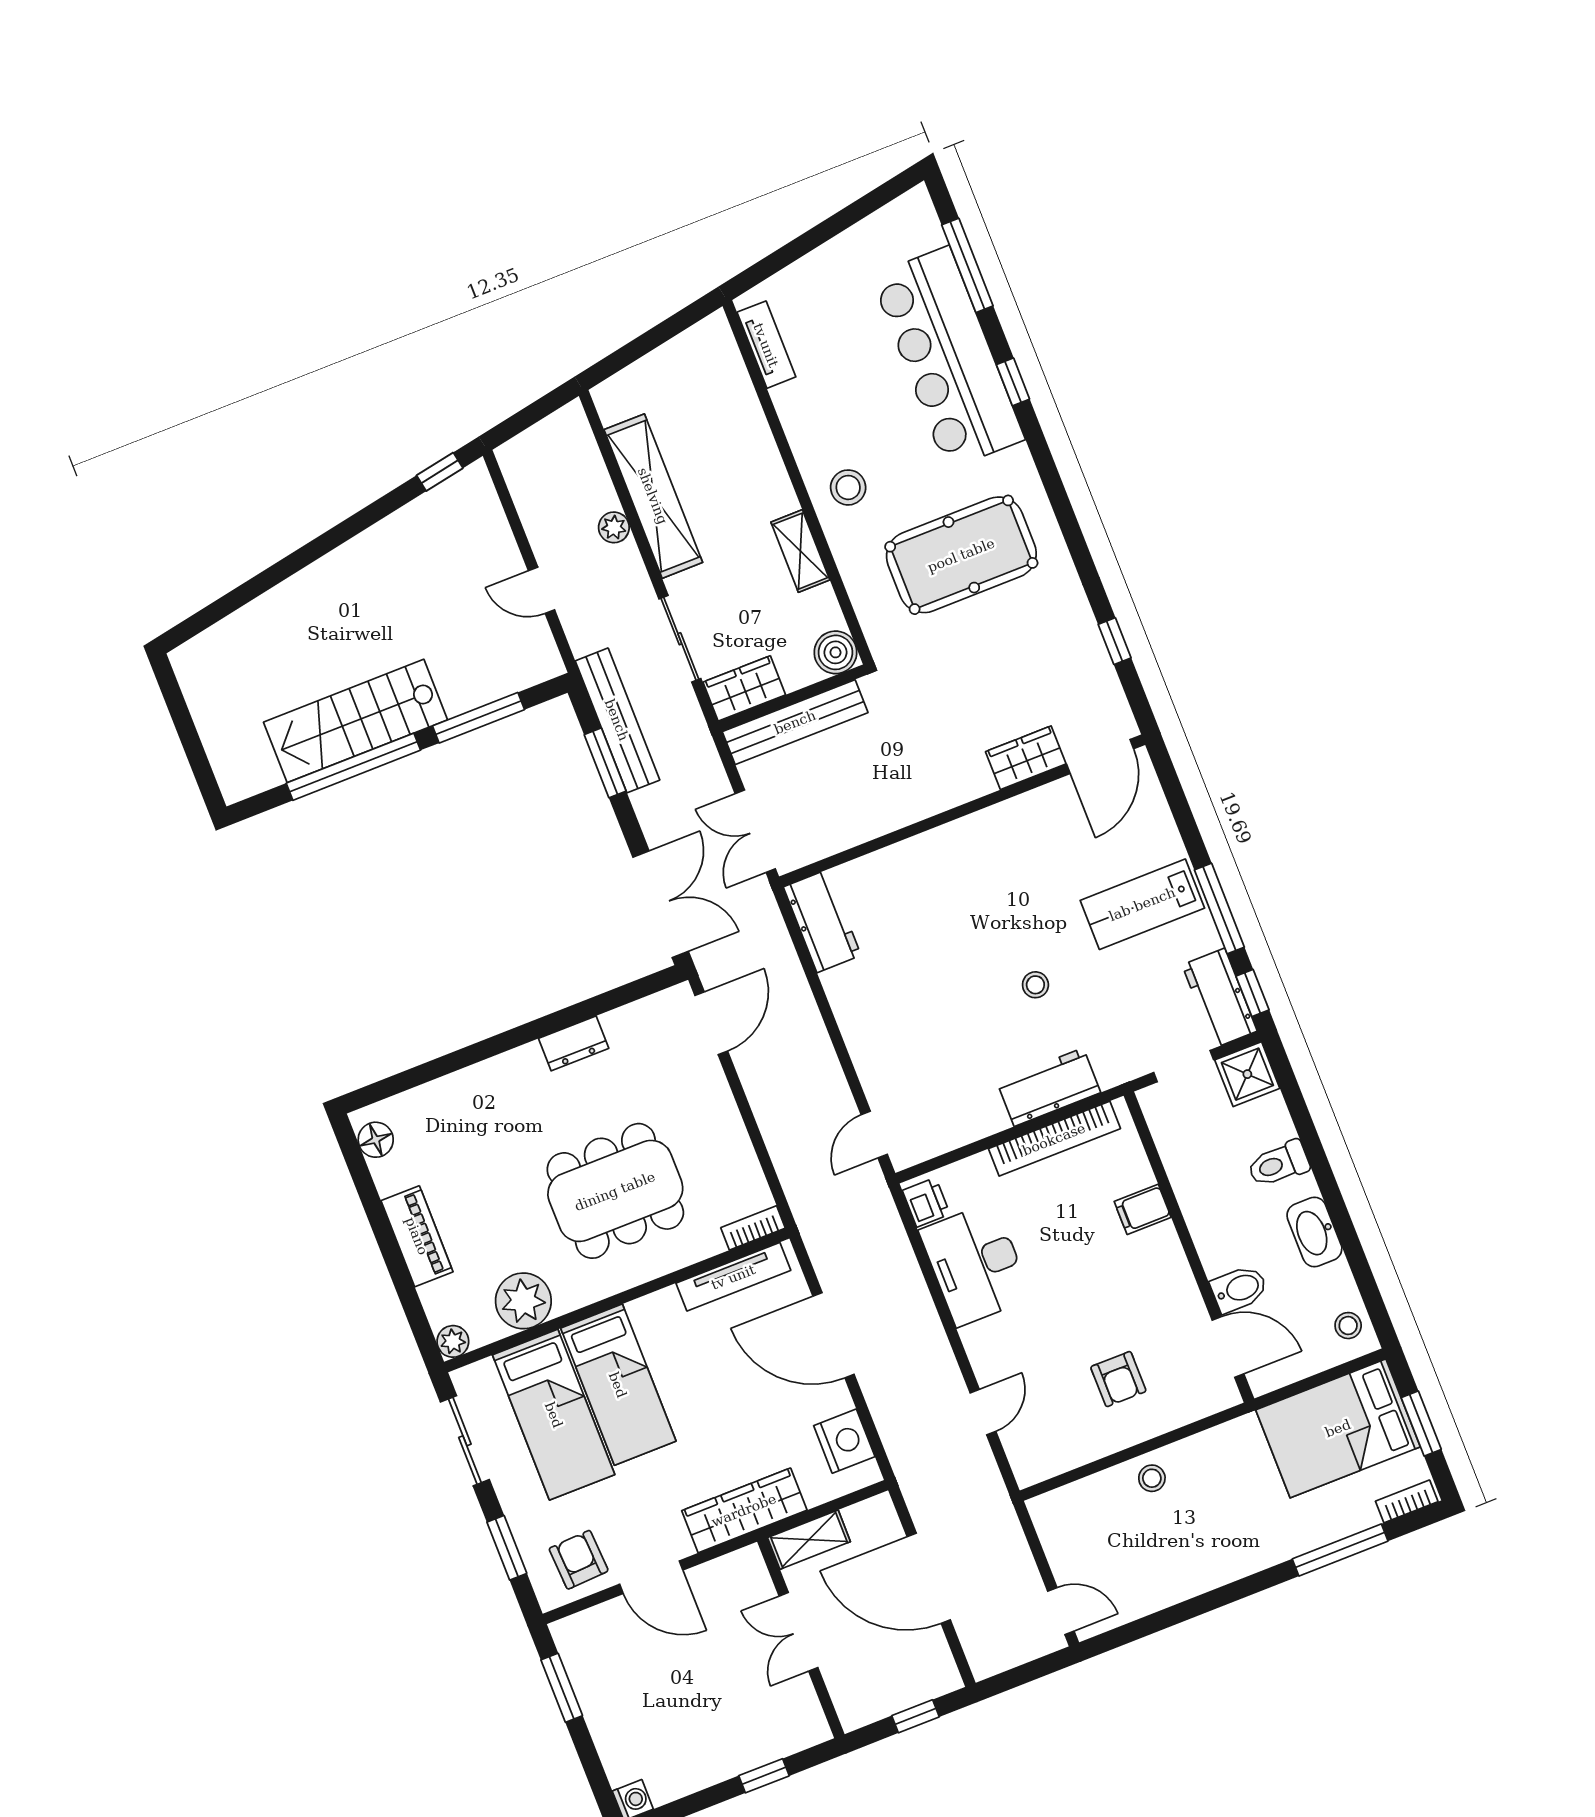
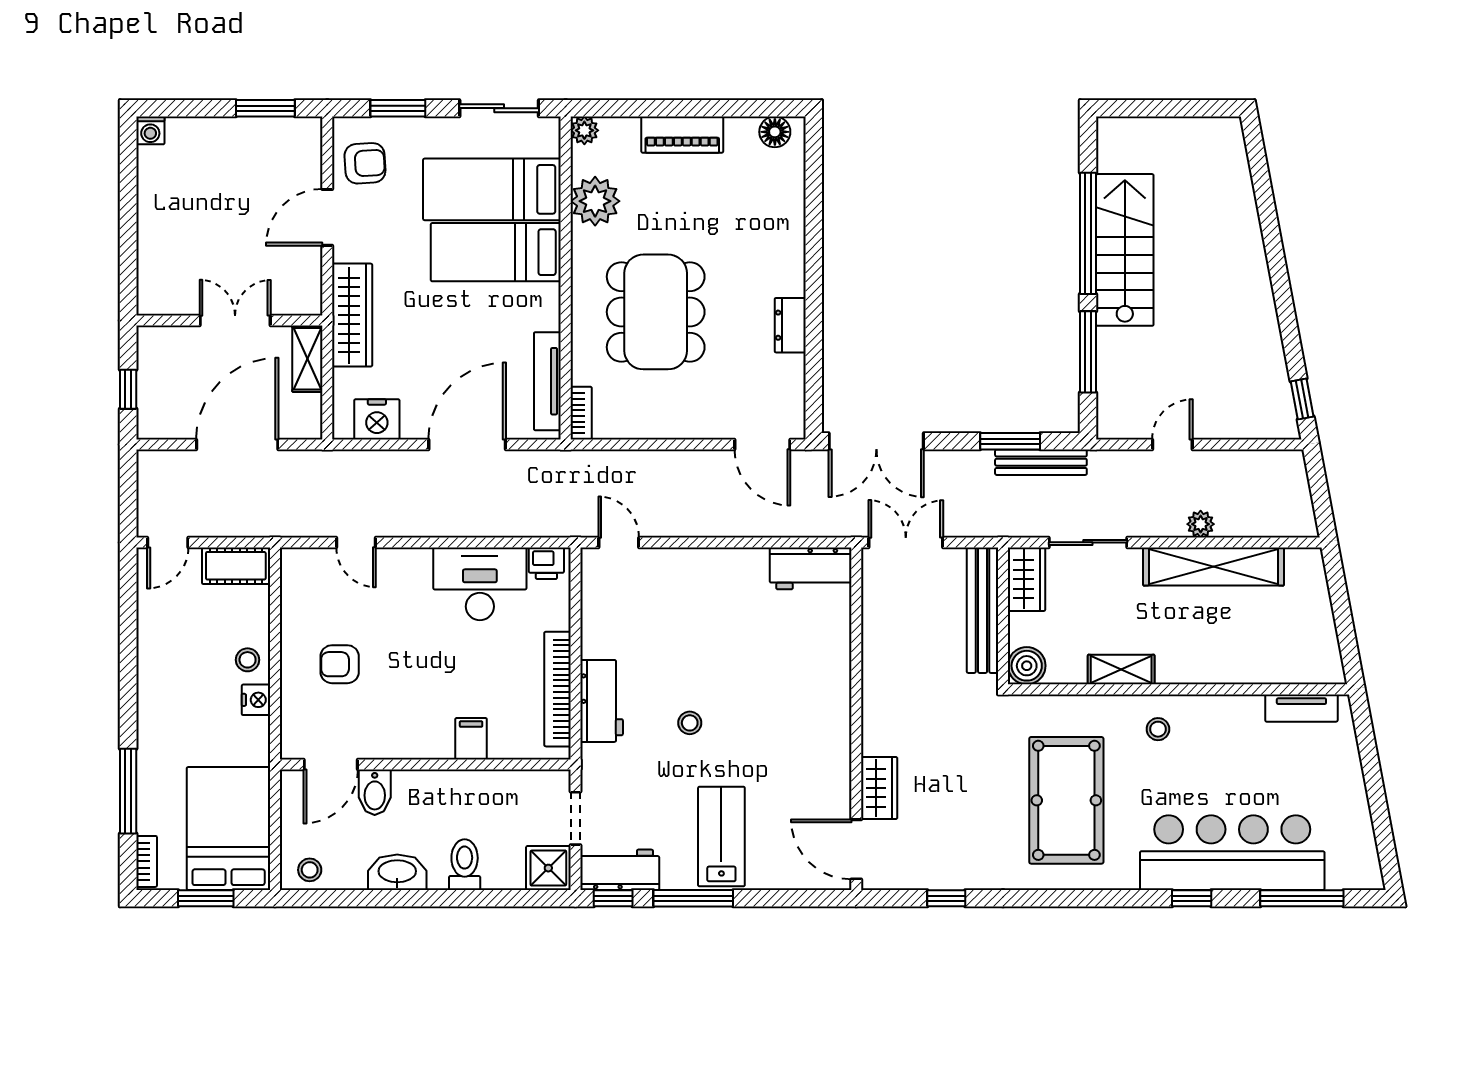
stool: (848, 487) -> (1158, 729), width x0.73, depth x0.73
bench: (617, 720) -> (1041, 462), width x0.73, depth x0.82
nightstand: (1191, 1453) -> (256, 700), added
cot: (1057, 1530) -> (236, 566), added
window: (764, 1776) -> (128, 246), removed

